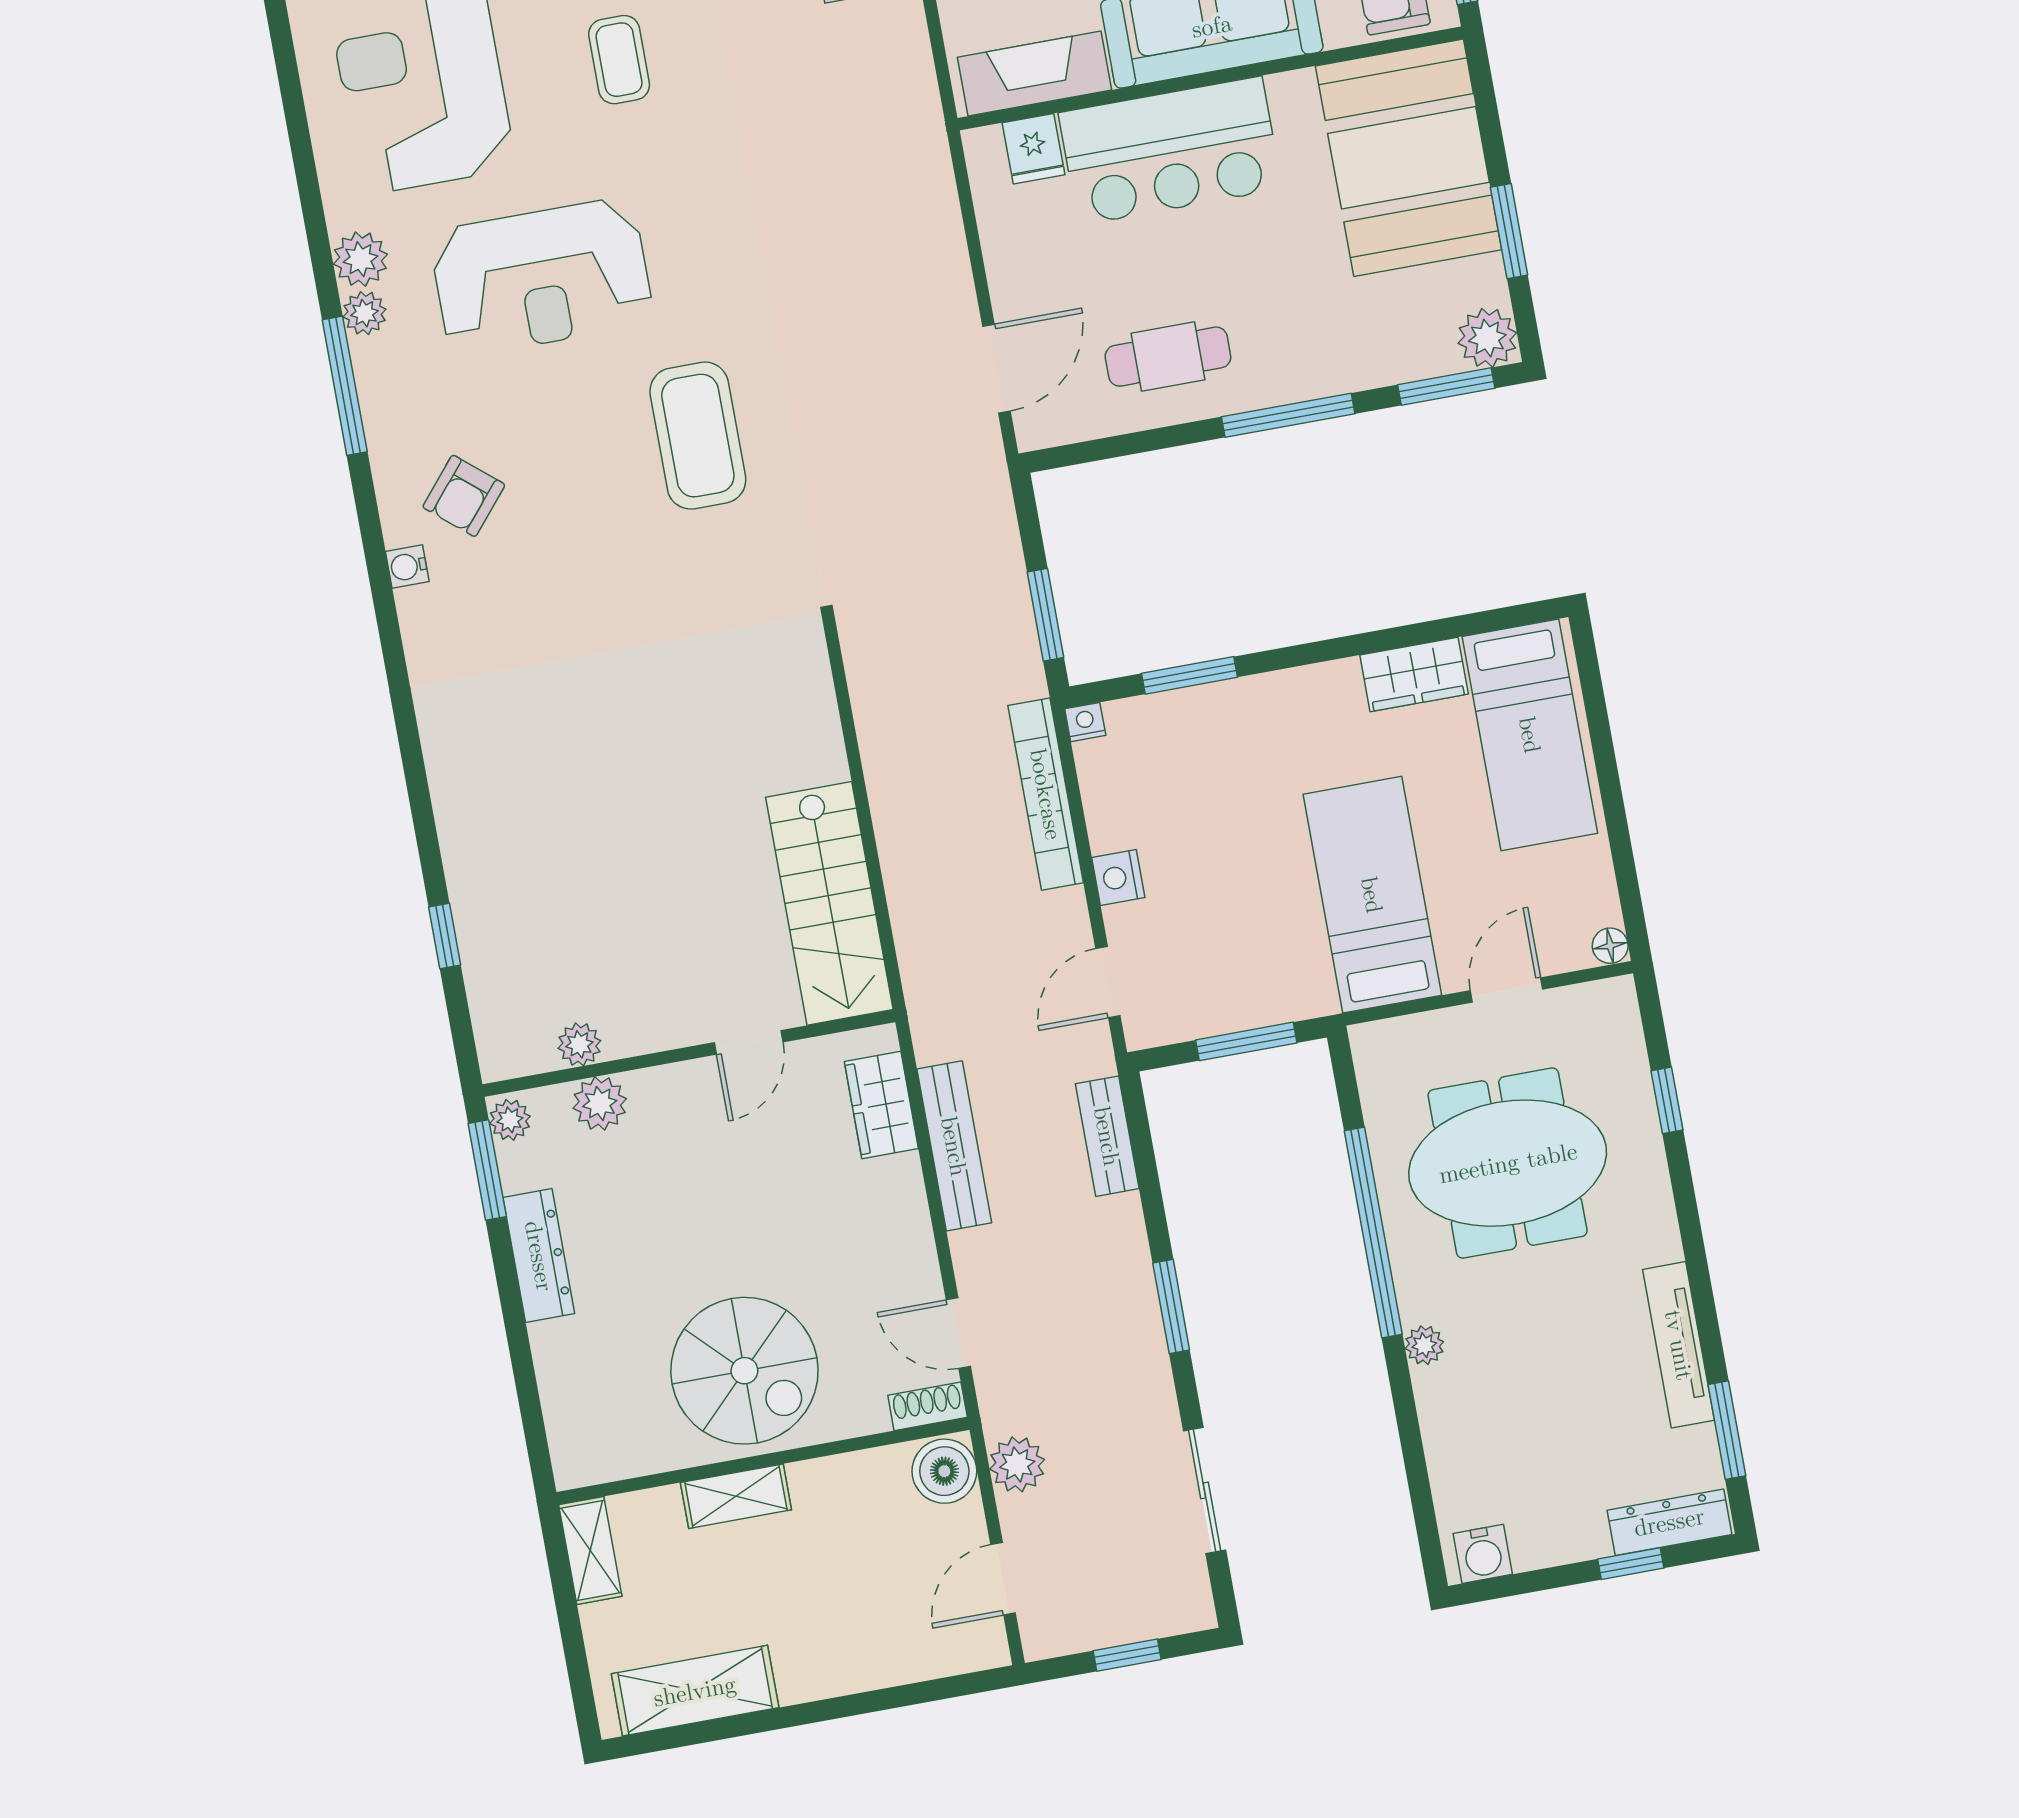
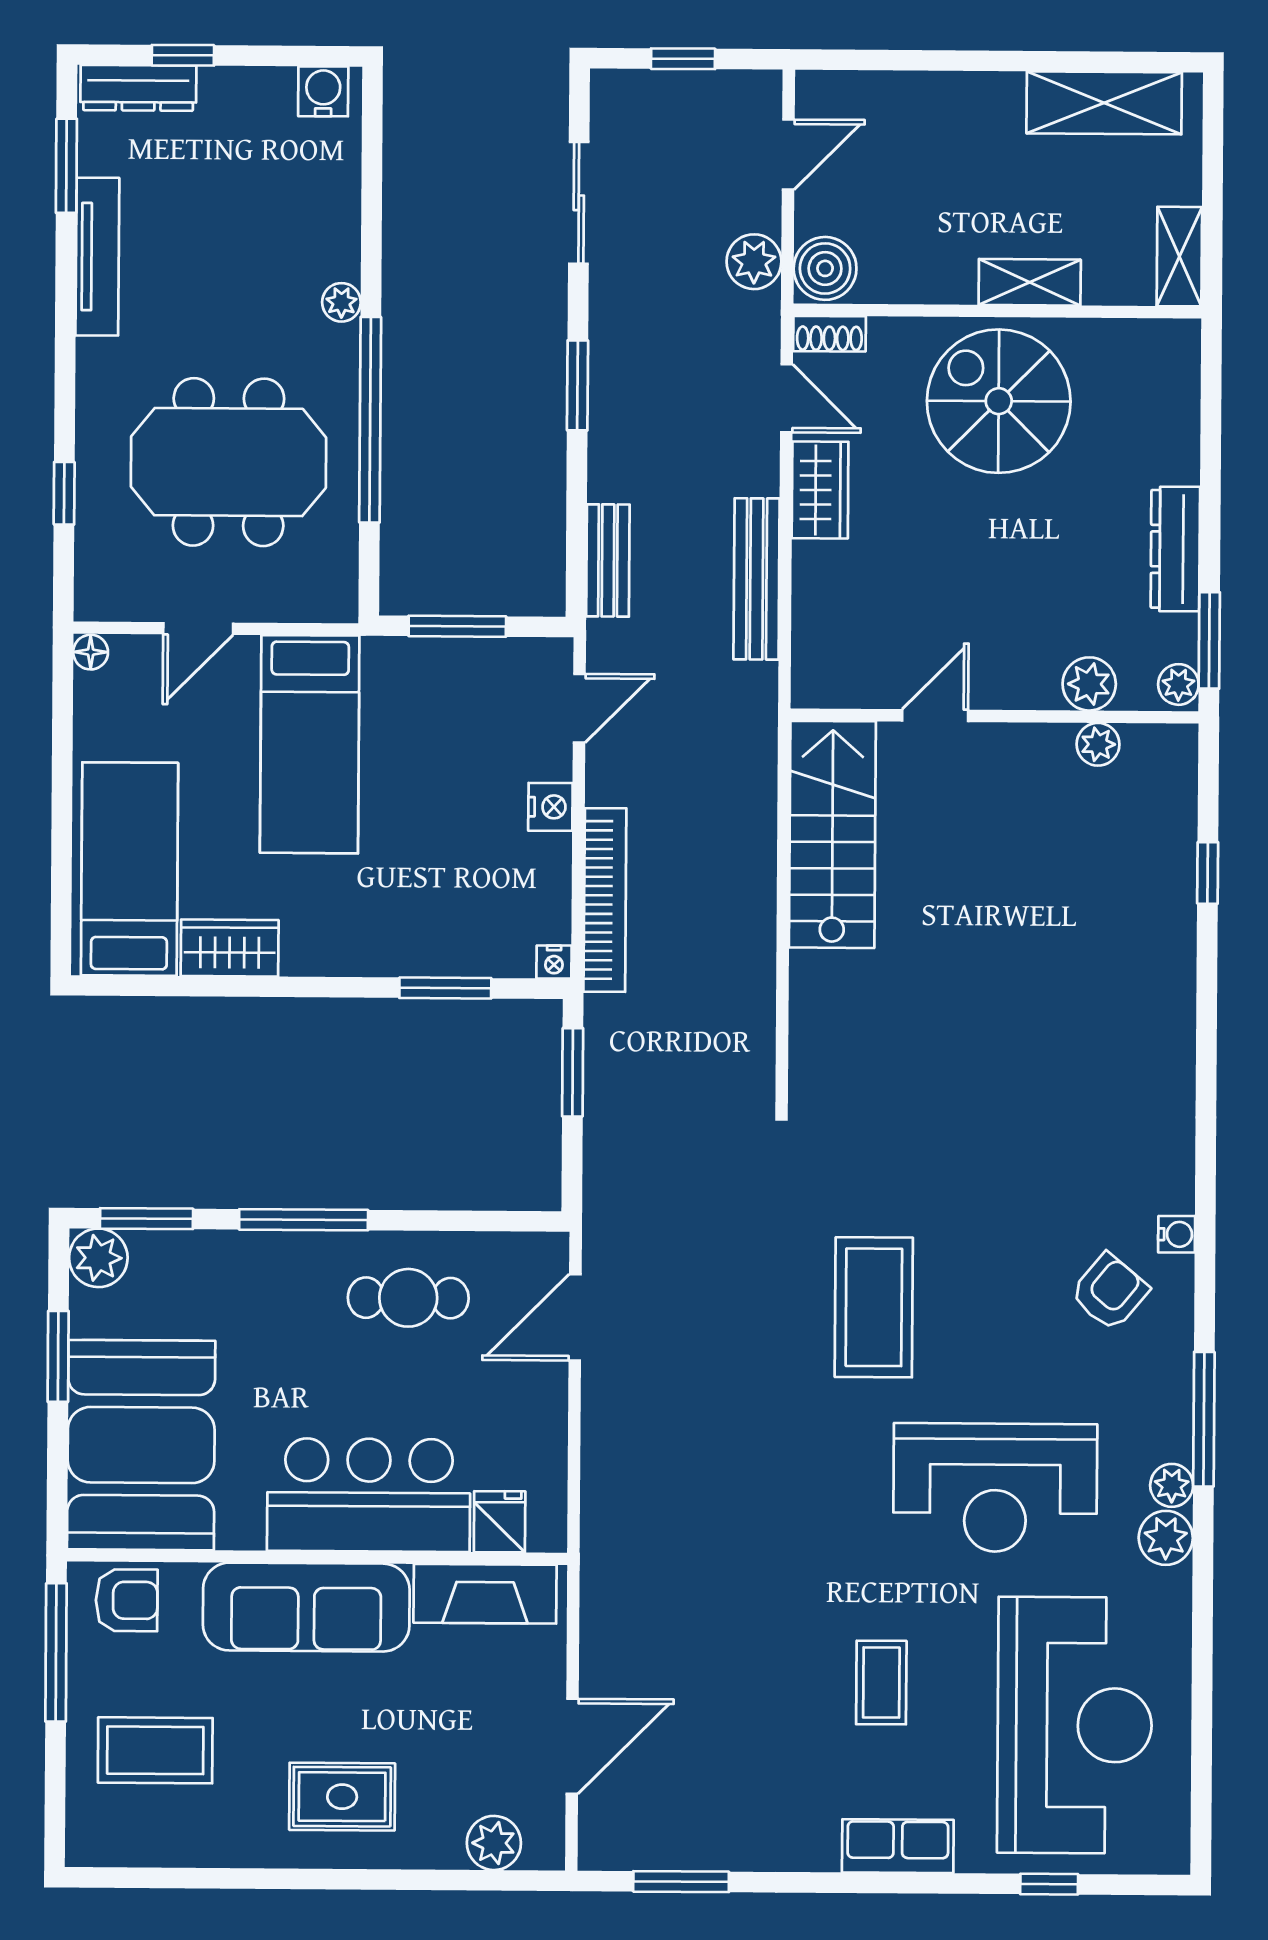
reception desk: (542, 277) -> (995, 1488), turned 180
wardrobe: (881, 1105) -> (820, 490), moved

